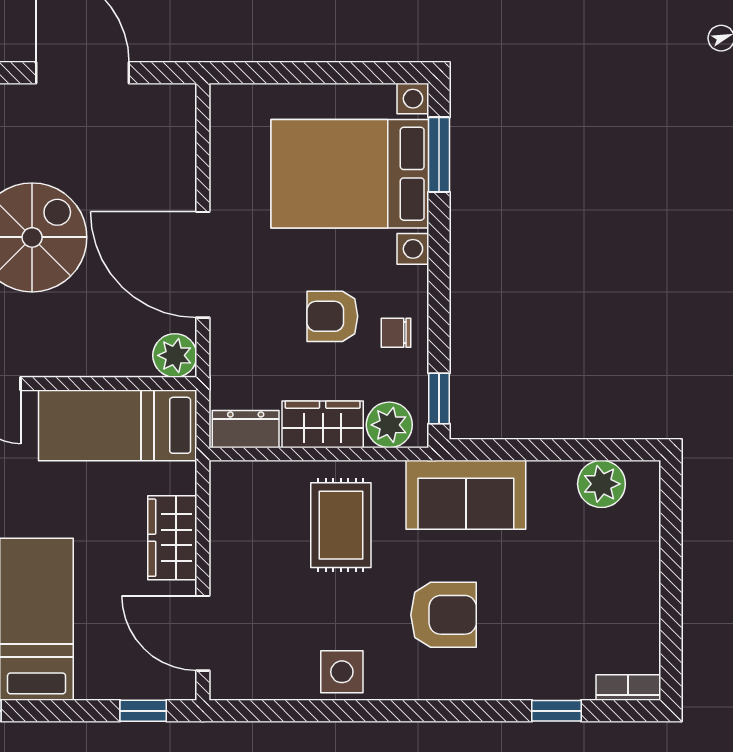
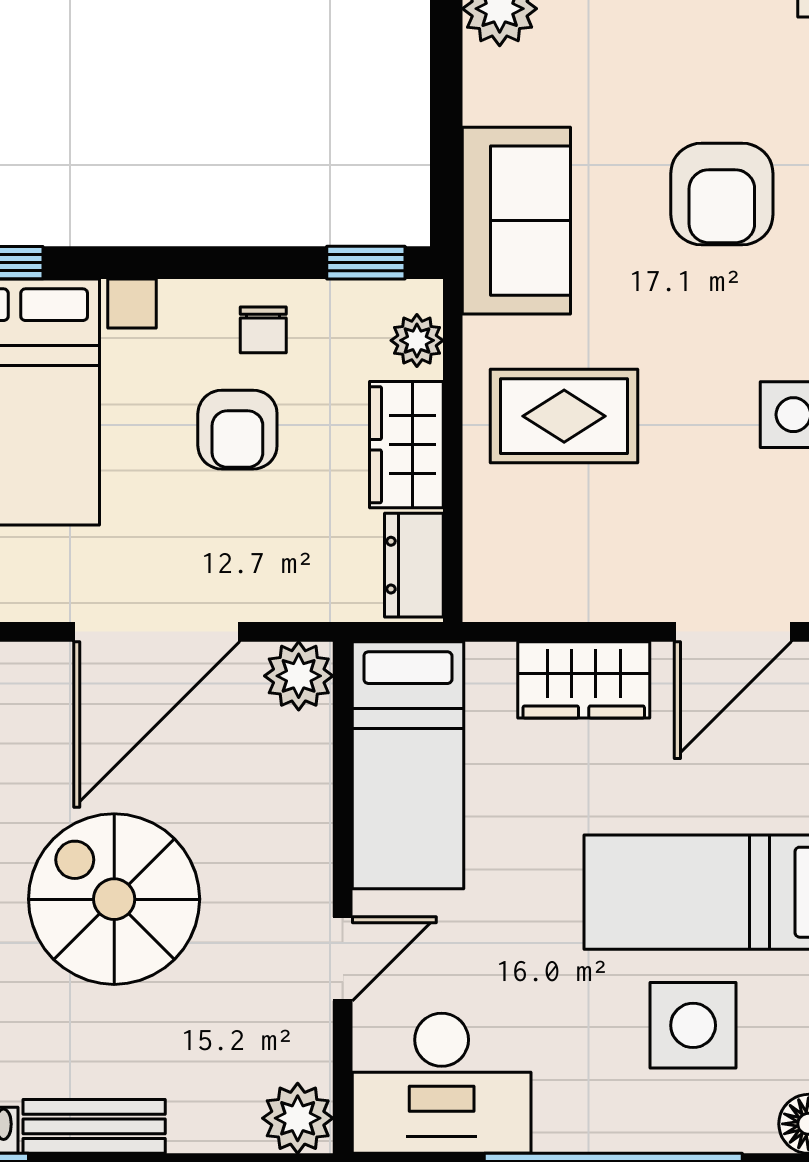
plant: (389, 425) -> (417, 340), width x0.73, depth x0.73
armchair: (444, 615) -> (722, 194), moved, turned 180

